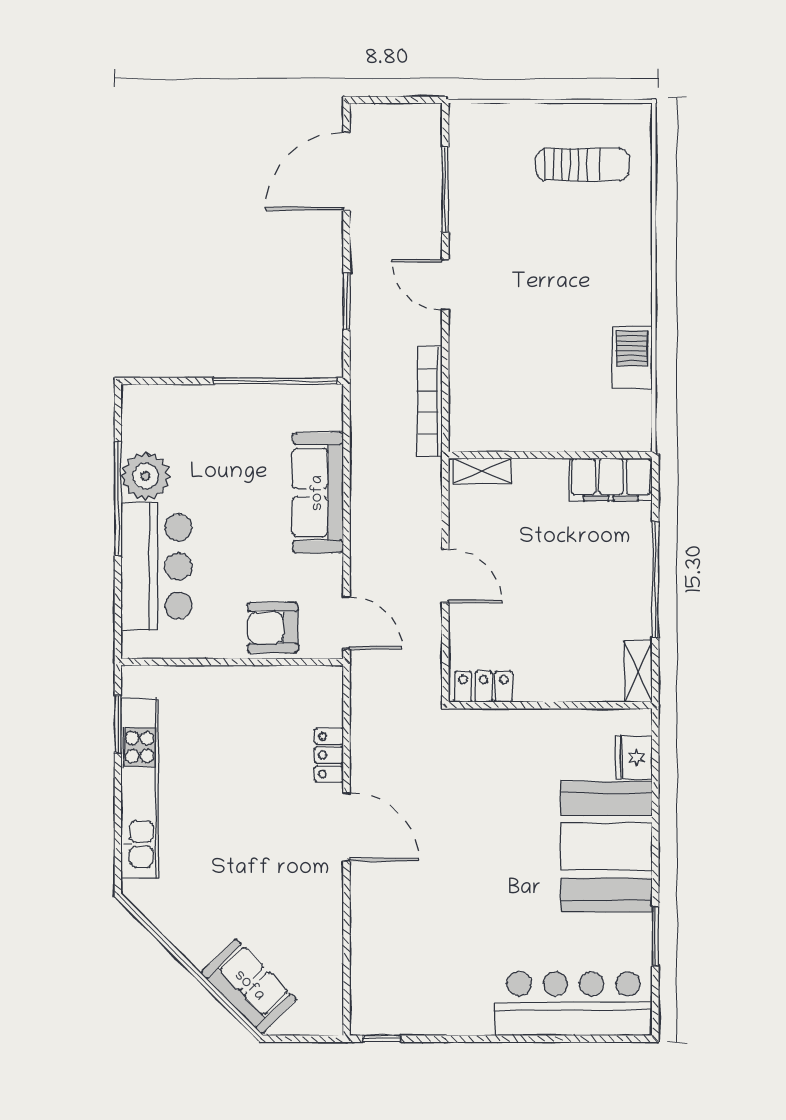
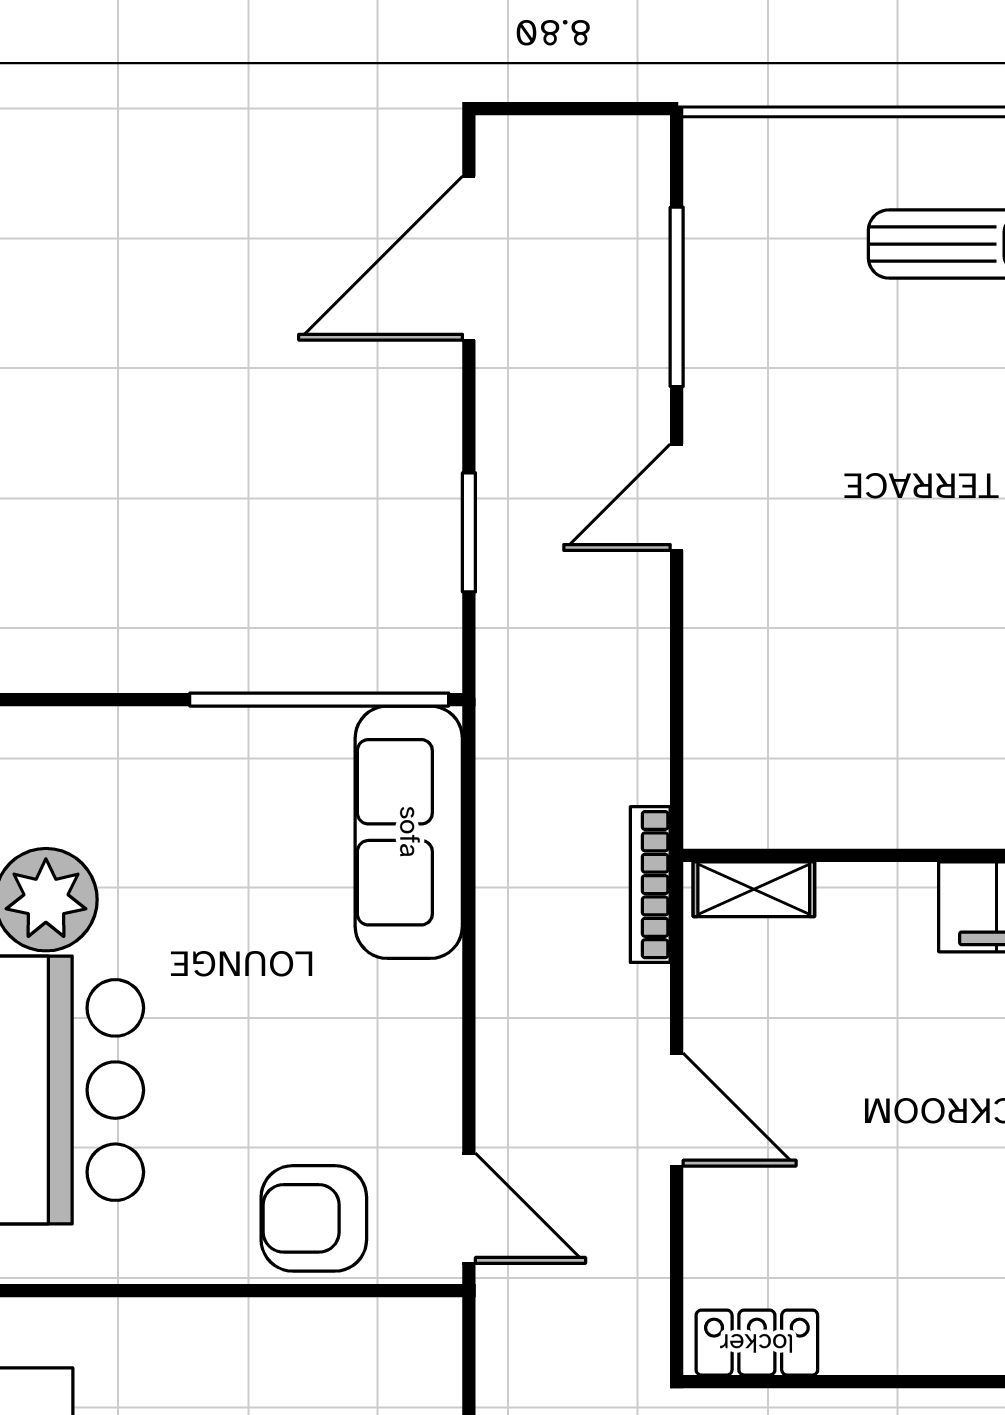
door: (445, 285) -> (677, 497), hinge flipped
bookcase: (430, 401) -> (650, 885), moved, width x0.68, depth x0.76
sofa: (318, 493) -> (409, 832), moved

